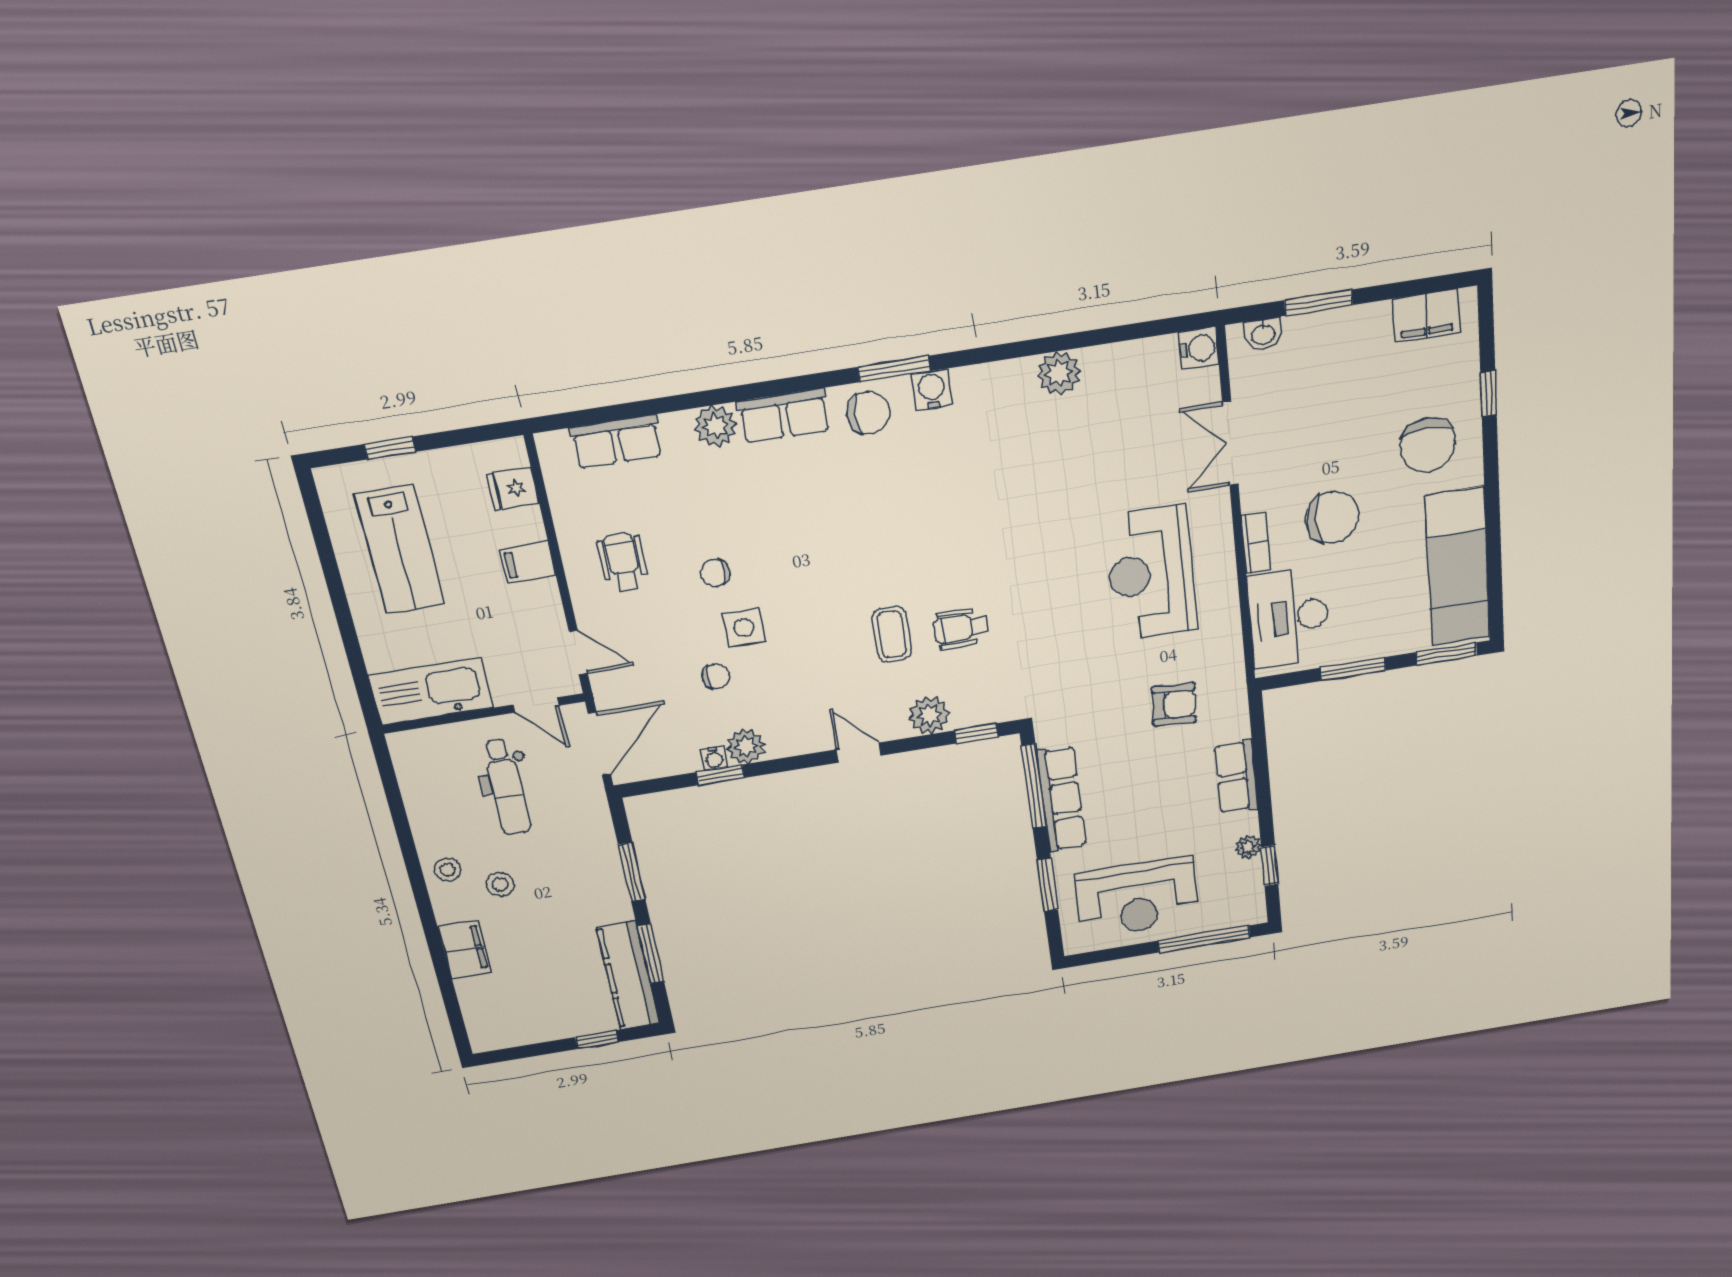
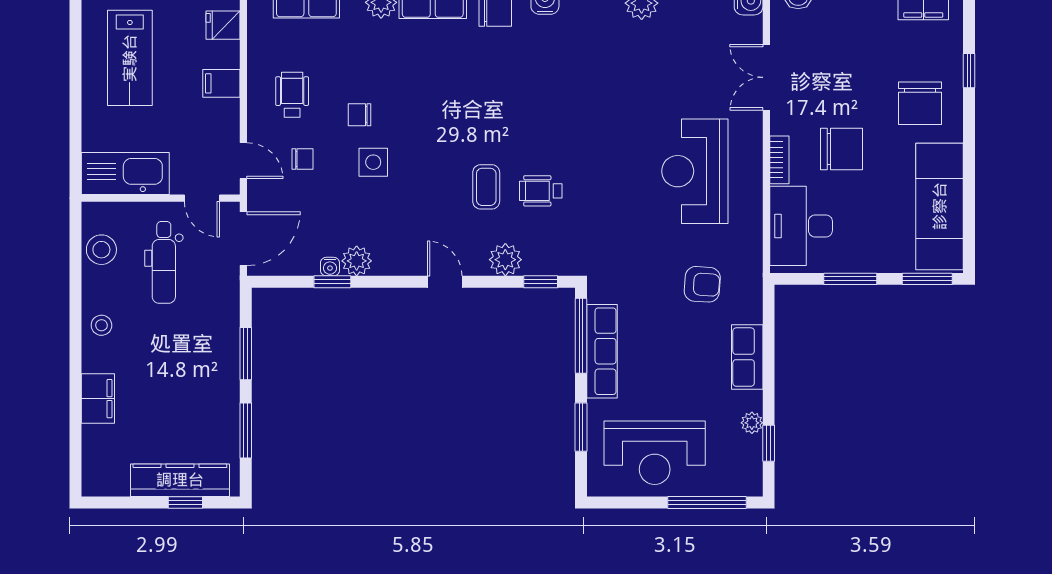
chair: (716, 676) -> (303, 159), moved
stool: (500, 884) -> (101, 250), moved, width x1.37, depth x1.37
kitchen counter: (628, 976) -> (180, 480), moved, turned 90

